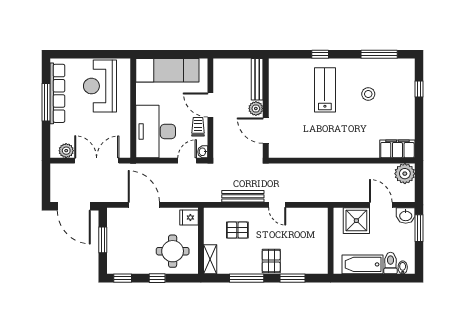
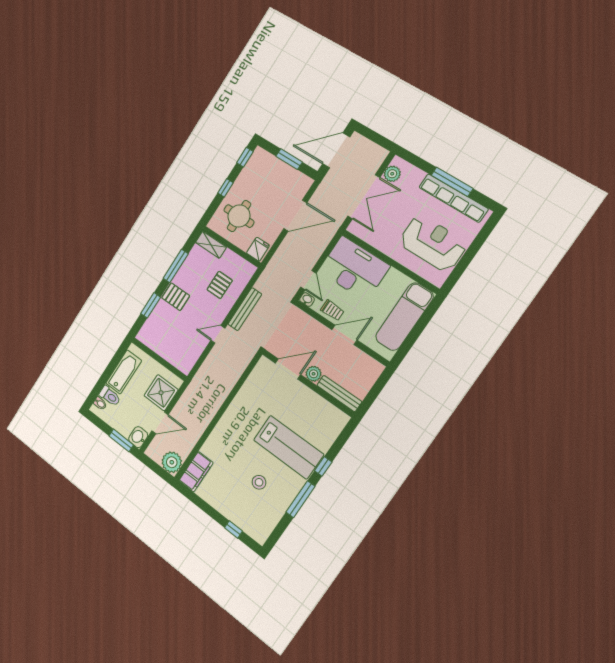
window: (379, 54) -> (300, 499), moved
lab bench: (325, 90) -> (288, 447), width x1.36, depth x1.39

